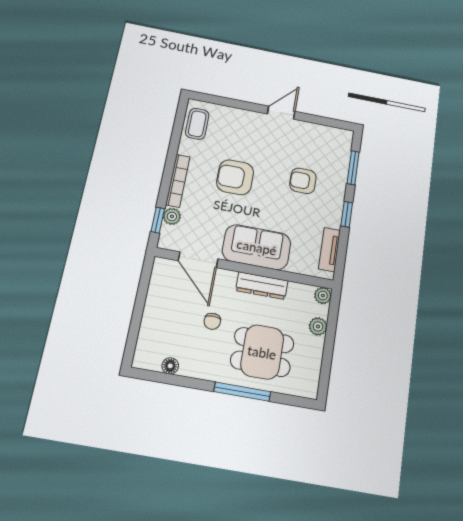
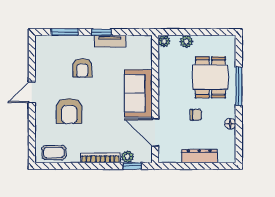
door: (281, 113) -> (32, 92), hinge flipped
armchair: (235, 177) -> (69, 111), moved
tv unit: (329, 250) -> (110, 41), moved
door: (198, 260) -> (155, 133), swing flipped
dresser: (262, 286) -> (199, 156), moved, turned -90
floor lamp: (170, 366) -> (230, 124), moved

